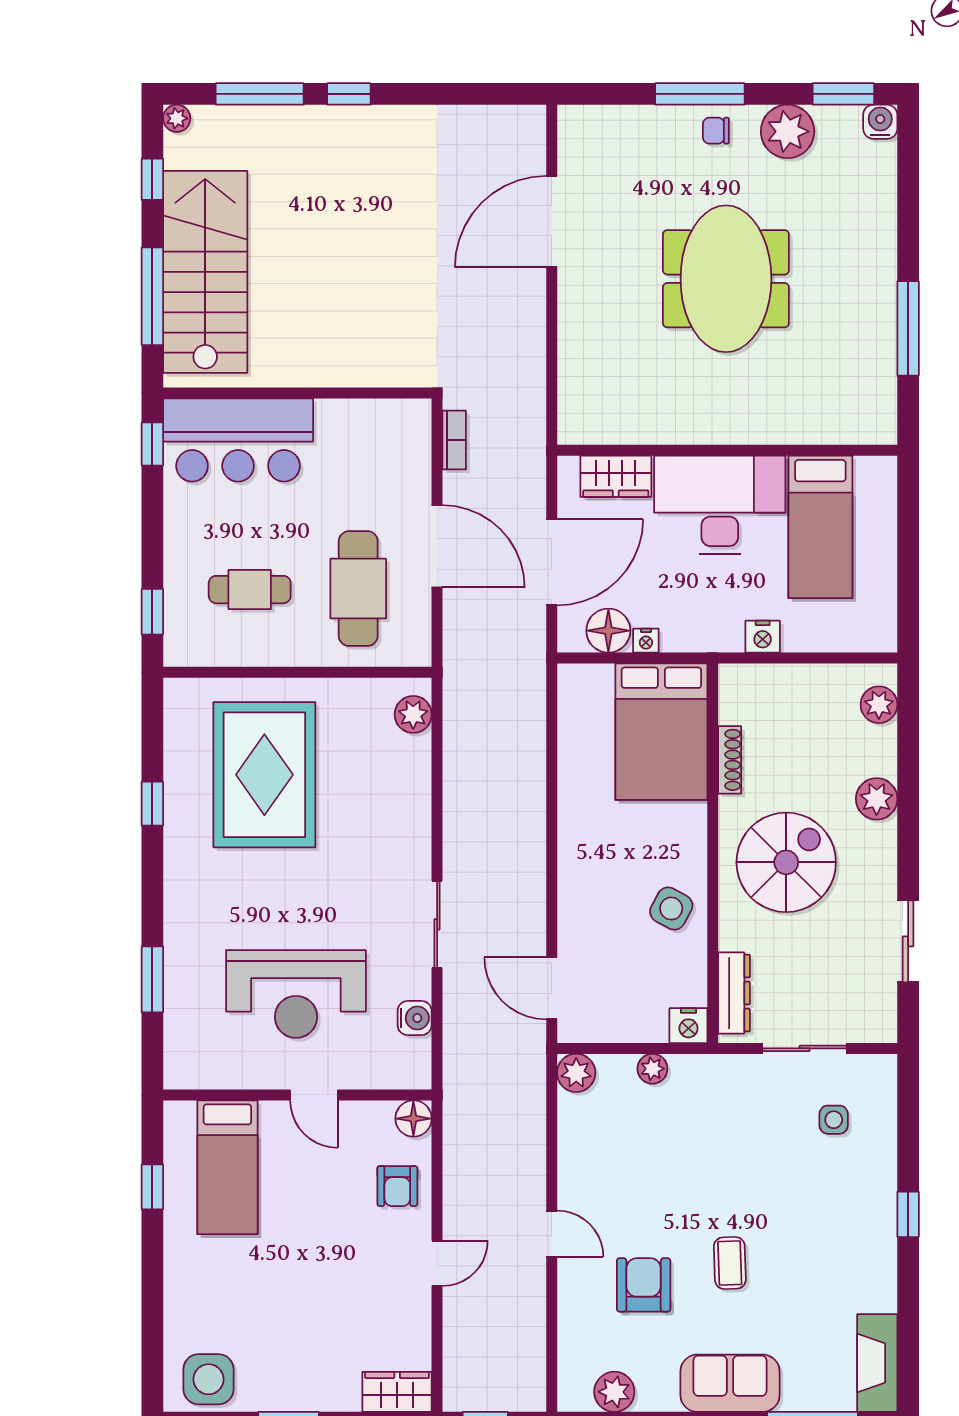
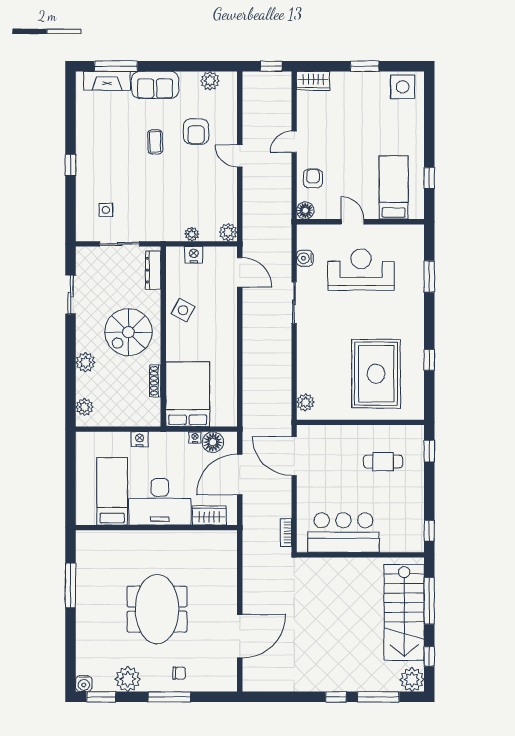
plant: (177, 118) -> (412, 680), width x1.88, depth x1.88
chair: (716, 131) -> (179, 673), moved
bar counter: (238, 440) -> (343, 533), moved
door: (437, 546) -> (294, 456), moved
cafe table: (358, 589) -> (332, 462), removed
nightstand: (688, 1026) -> (194, 255), moved
fireplace: (877, 1363) -> (107, 81), moved, turned 90

